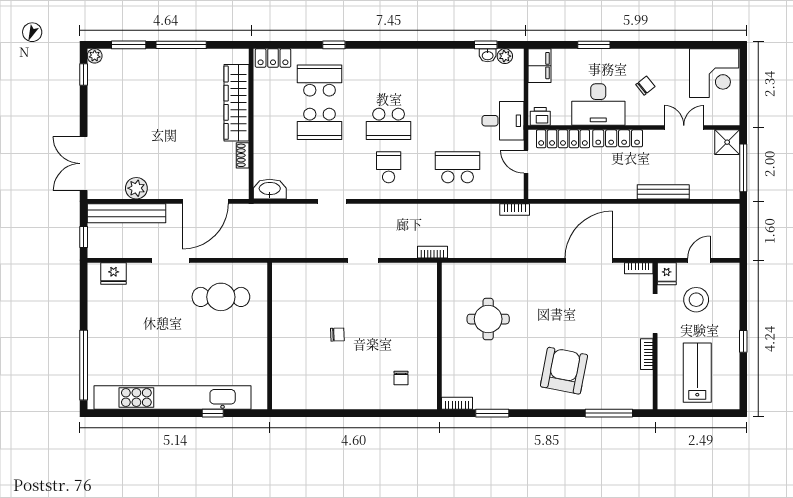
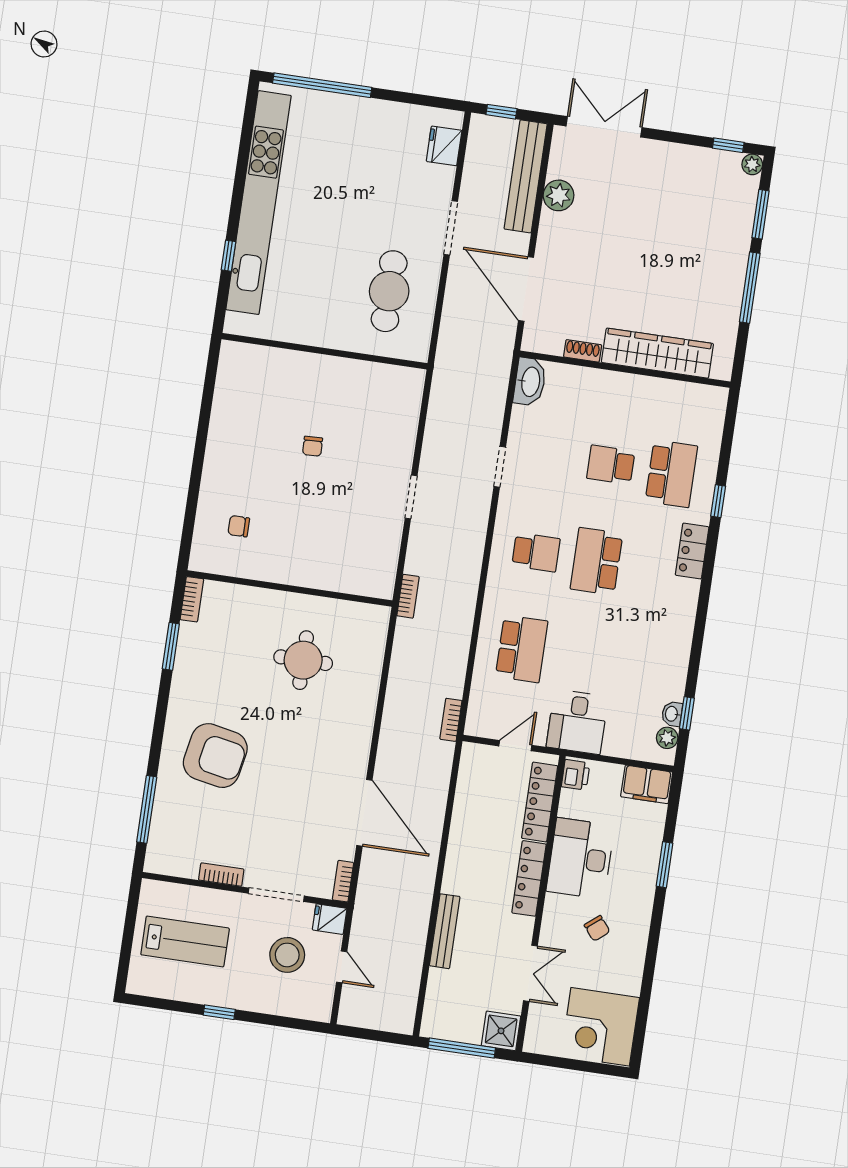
locker: (273, 58) -> (692, 551), moved
school desk: (320, 124) -> (611, 465), width x0.54

